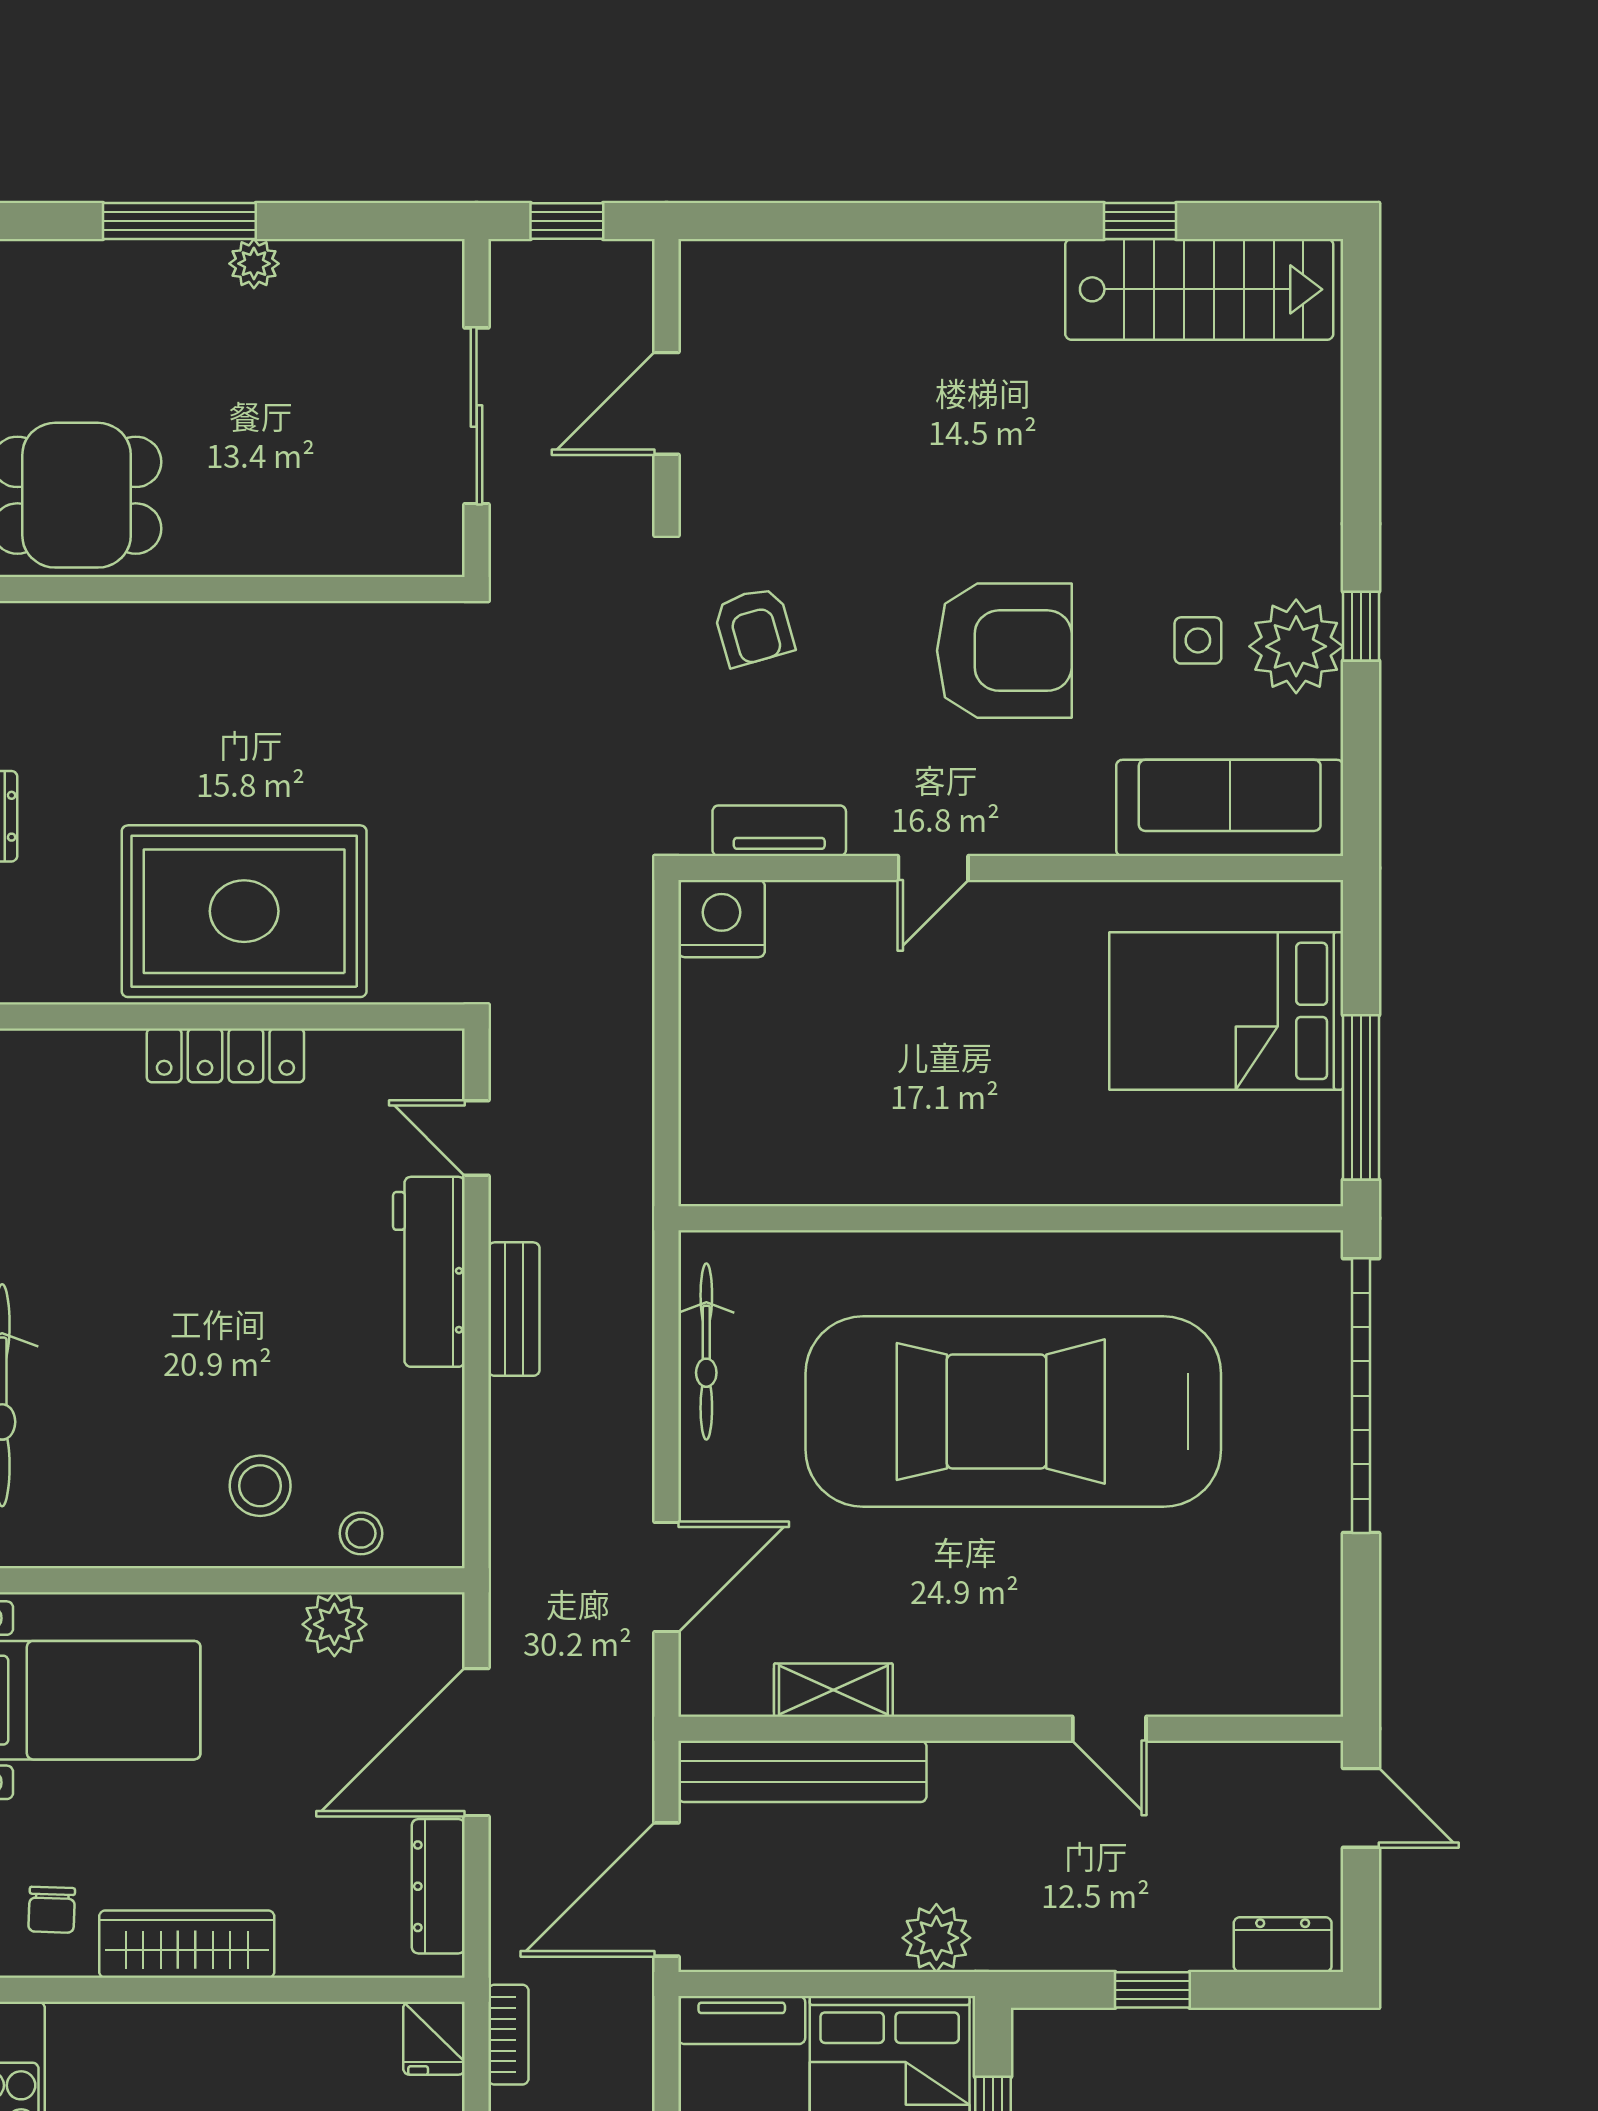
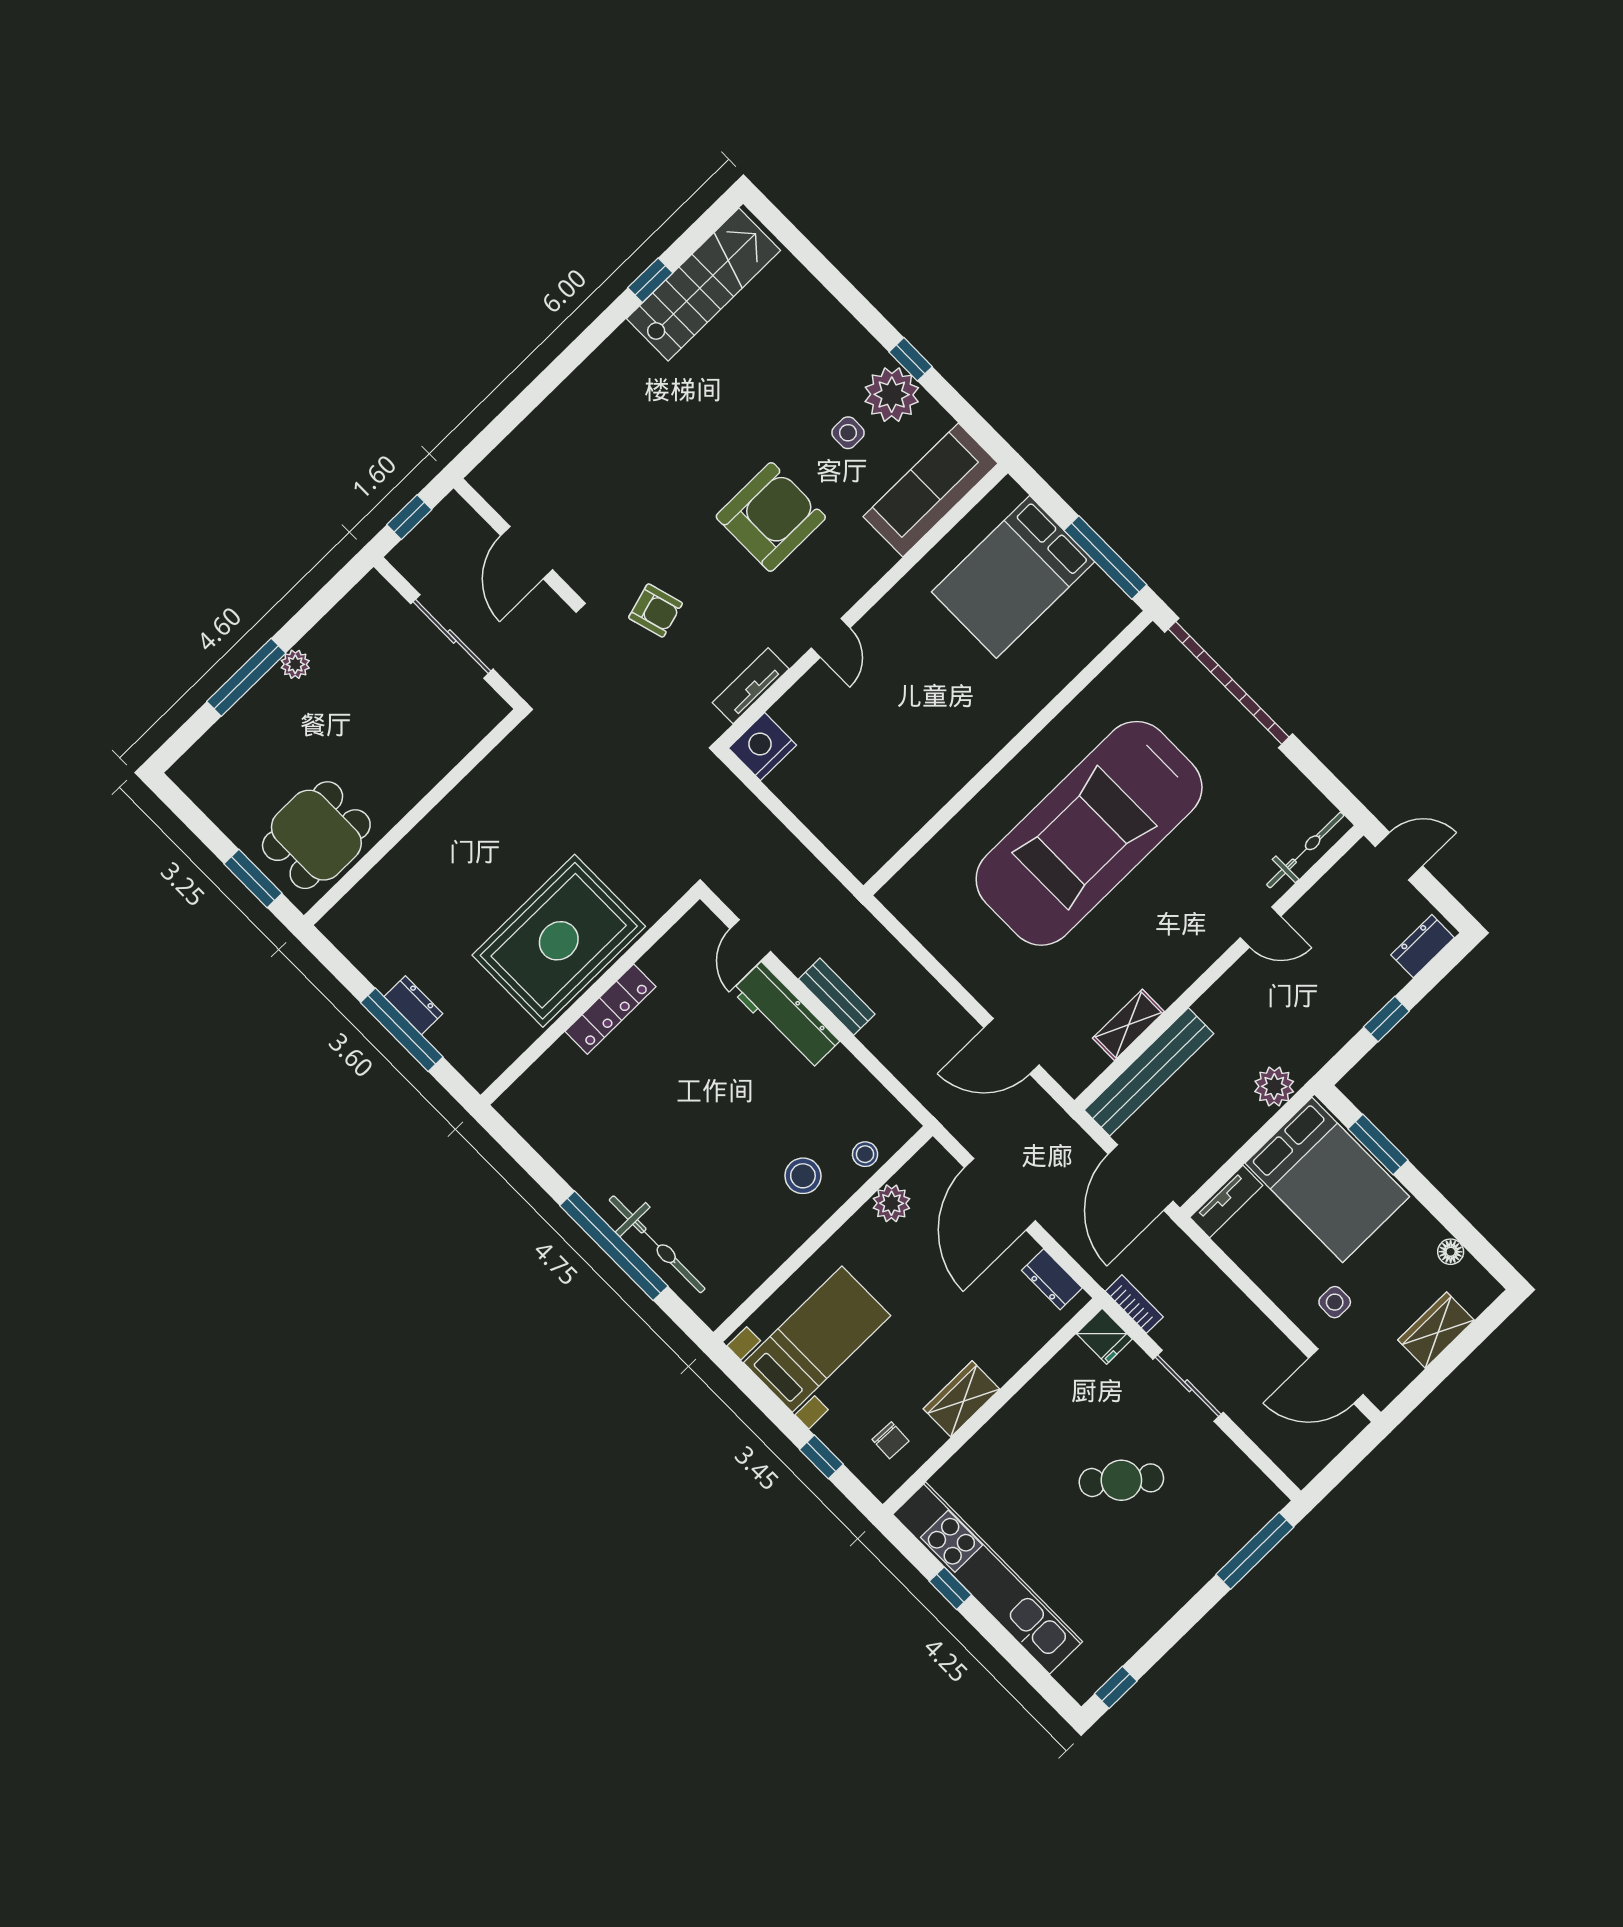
door: (477, 1138) -> (750, 940), hinge flipped
bicycle: (706, 1351) -> (1305, 850), moved, turned -90
door: (666, 1577) -> (1012, 1046), swing flipped
dresser: (438, 1886) -> (1052, 1279), width x0.70
wardrobe: (187, 1944) -> (962, 1399), width x0.67

